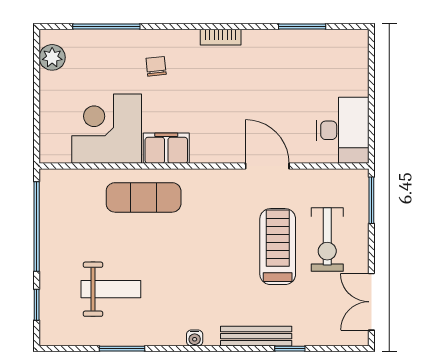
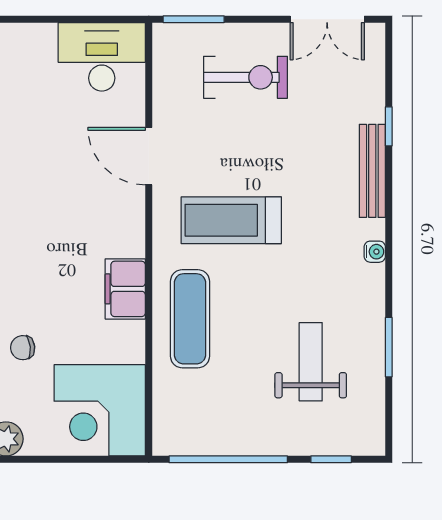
chair: (156, 66) -> (23, 348), moved
corner desk: (107, 129) -> (100, 410), moved
door: (267, 166) -> (149, 156), hinge flipped
treadmill: (278, 247) -> (231, 220), moved

